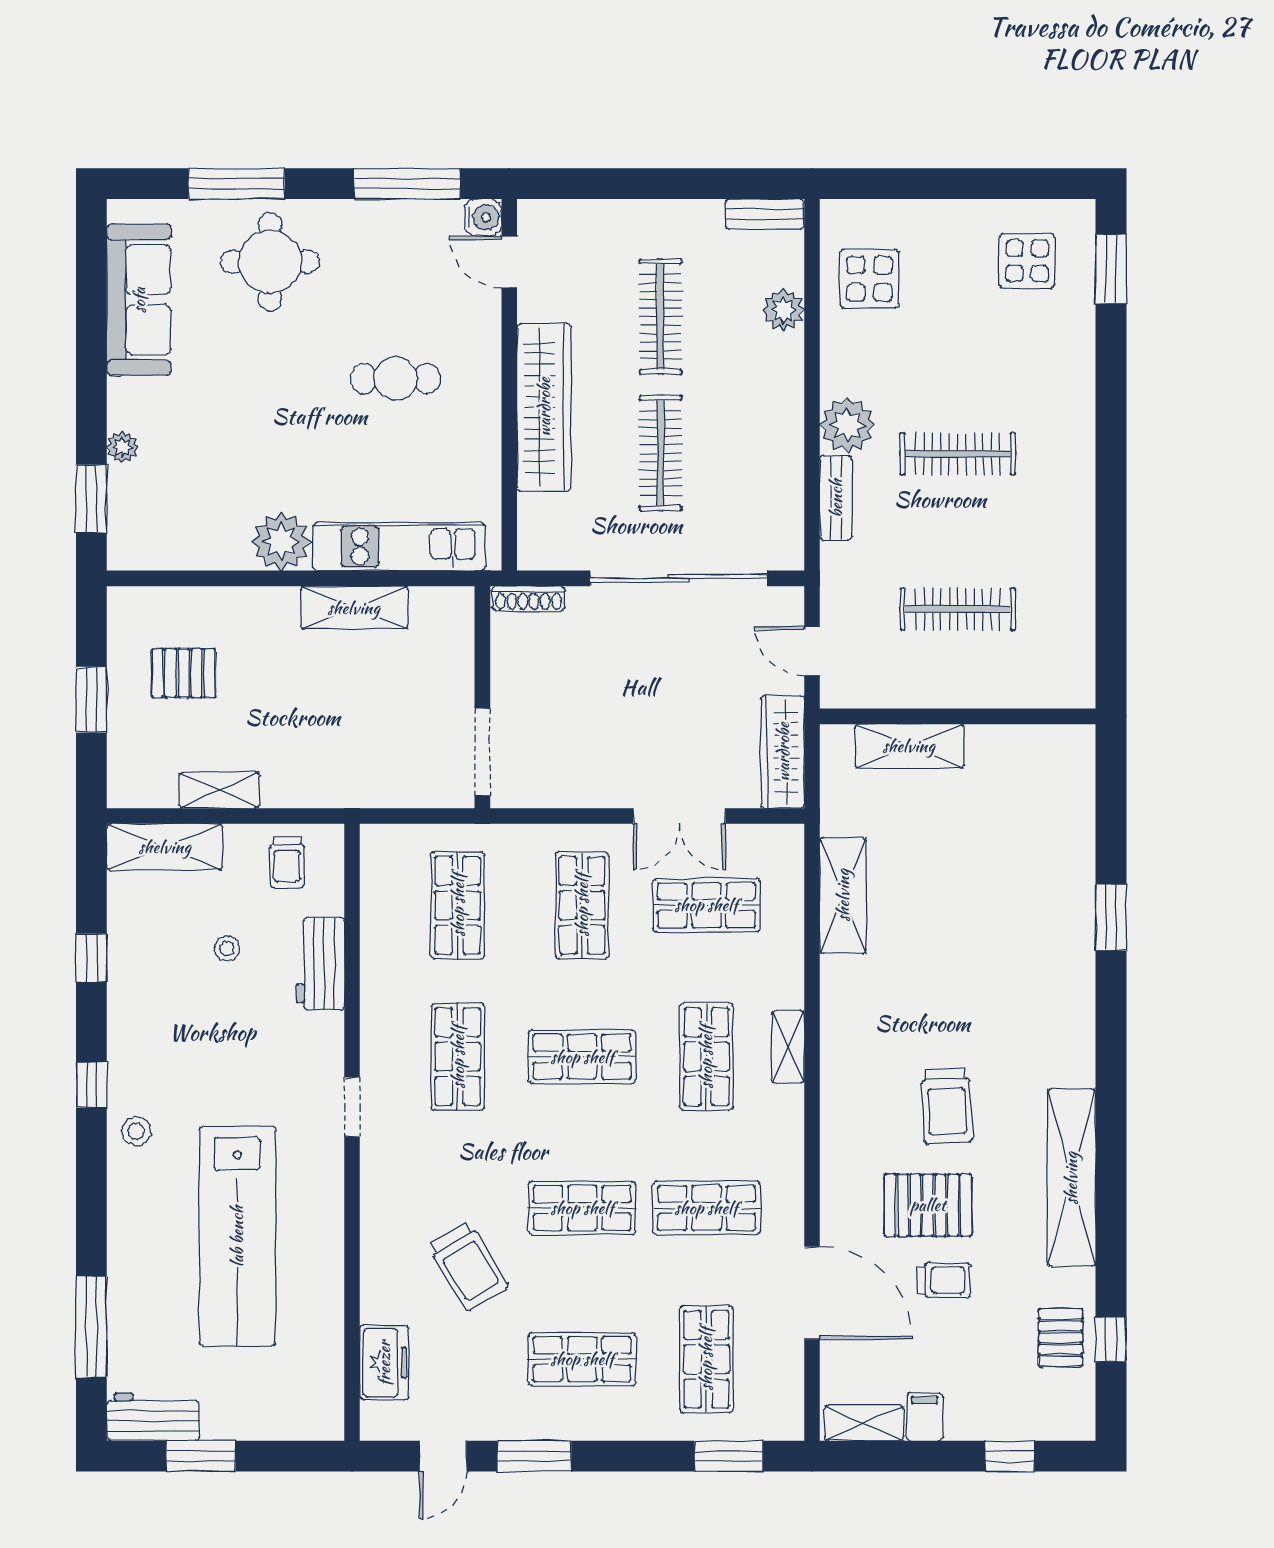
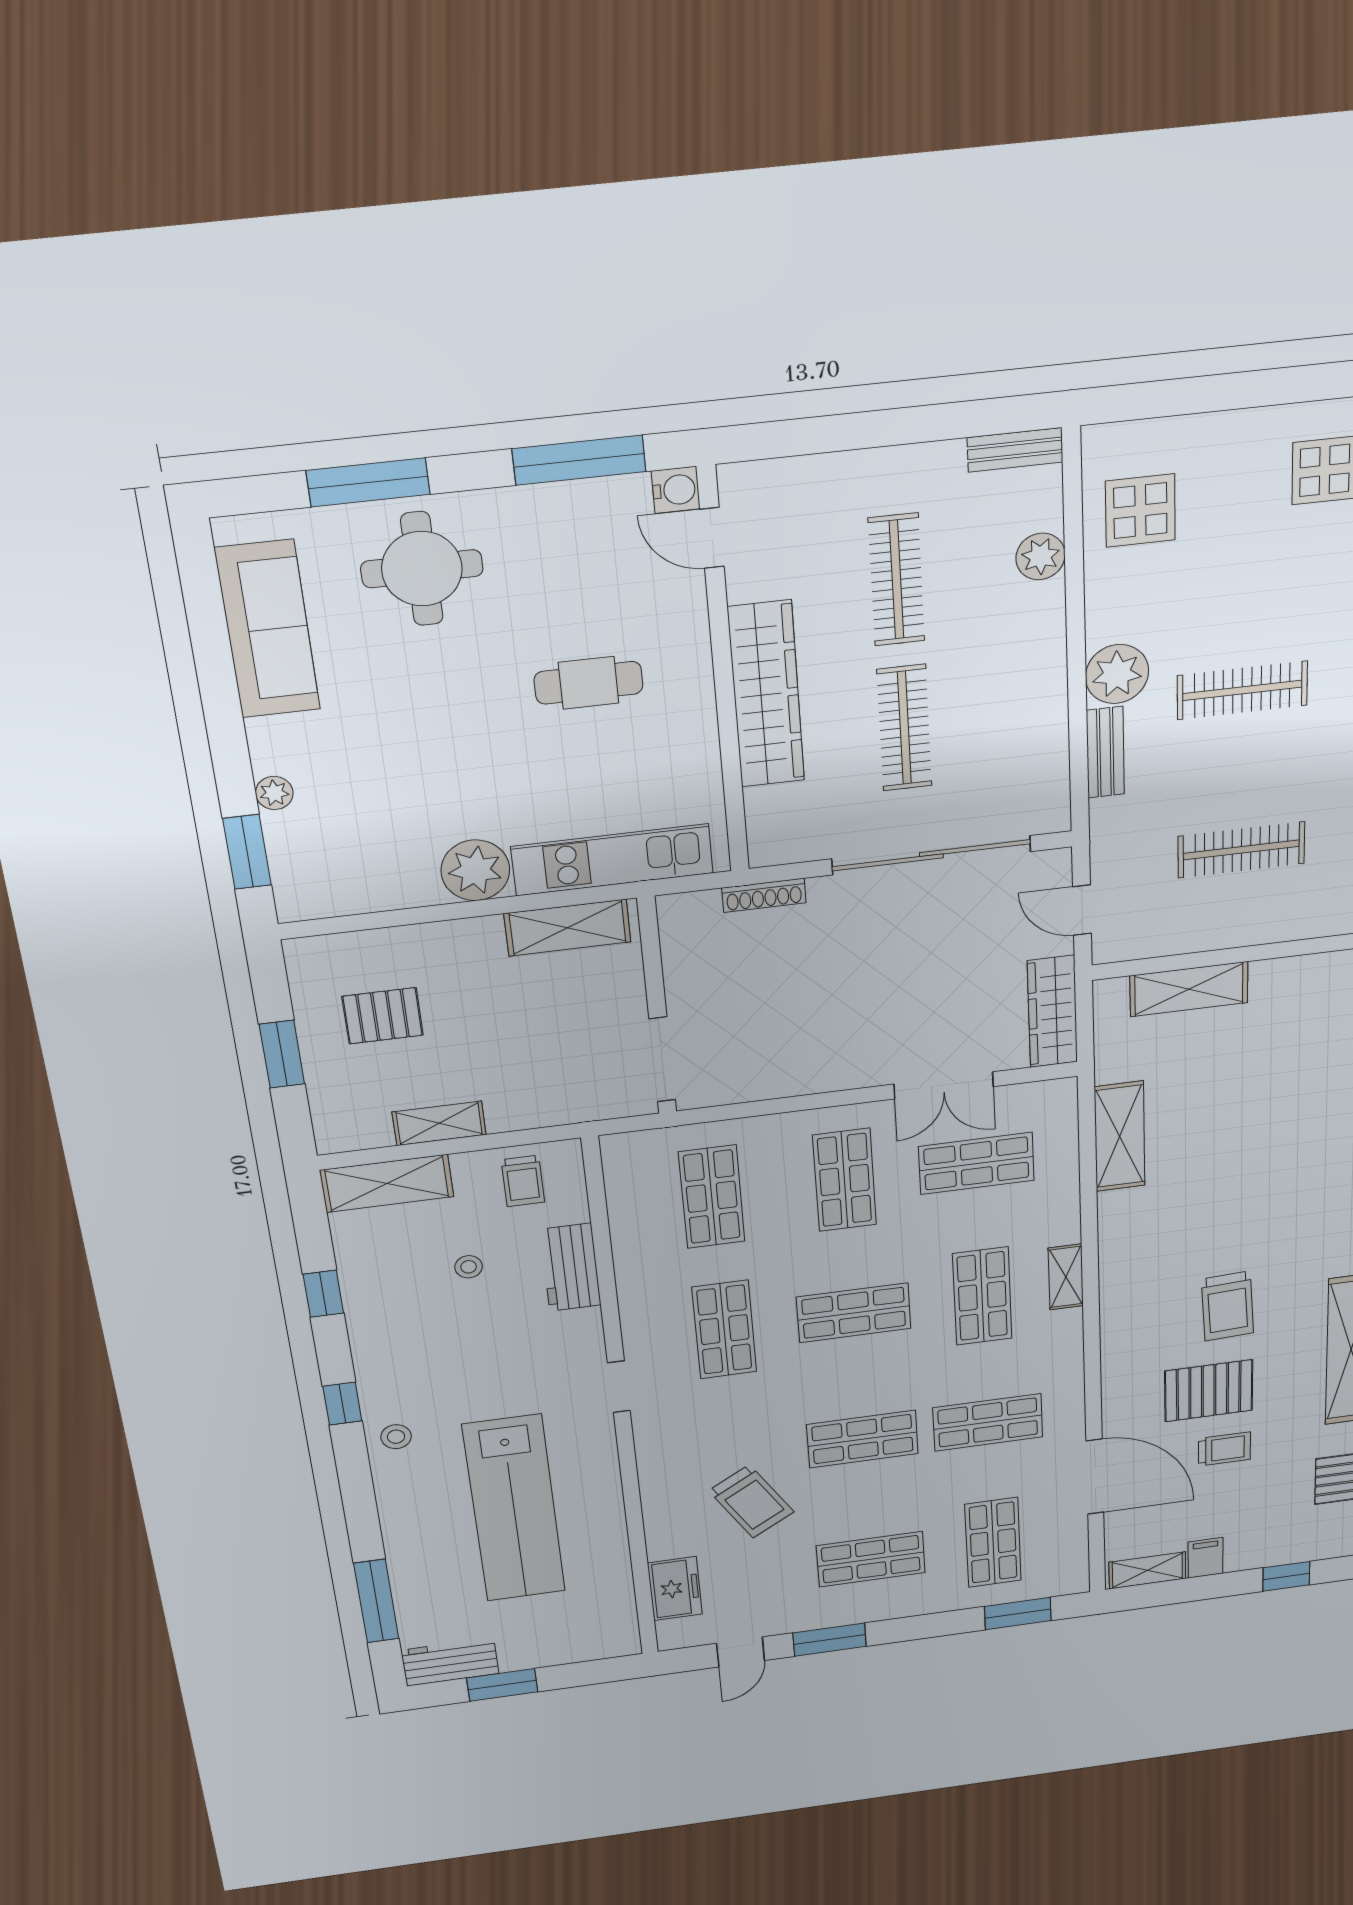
wall: (482, 697) -> (657, 1007), moved
doorway: (482, 752) -> (662, 1059), moved

